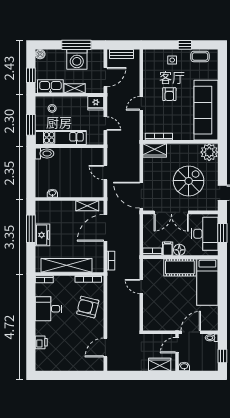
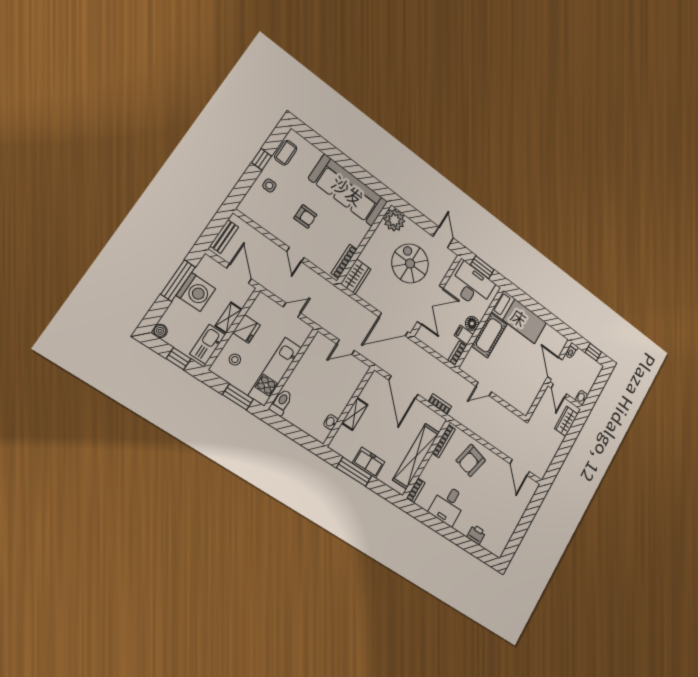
fridge: (96, 103) -> (246, 329), moved
shelving: (87, 206) -> (355, 414), moved

